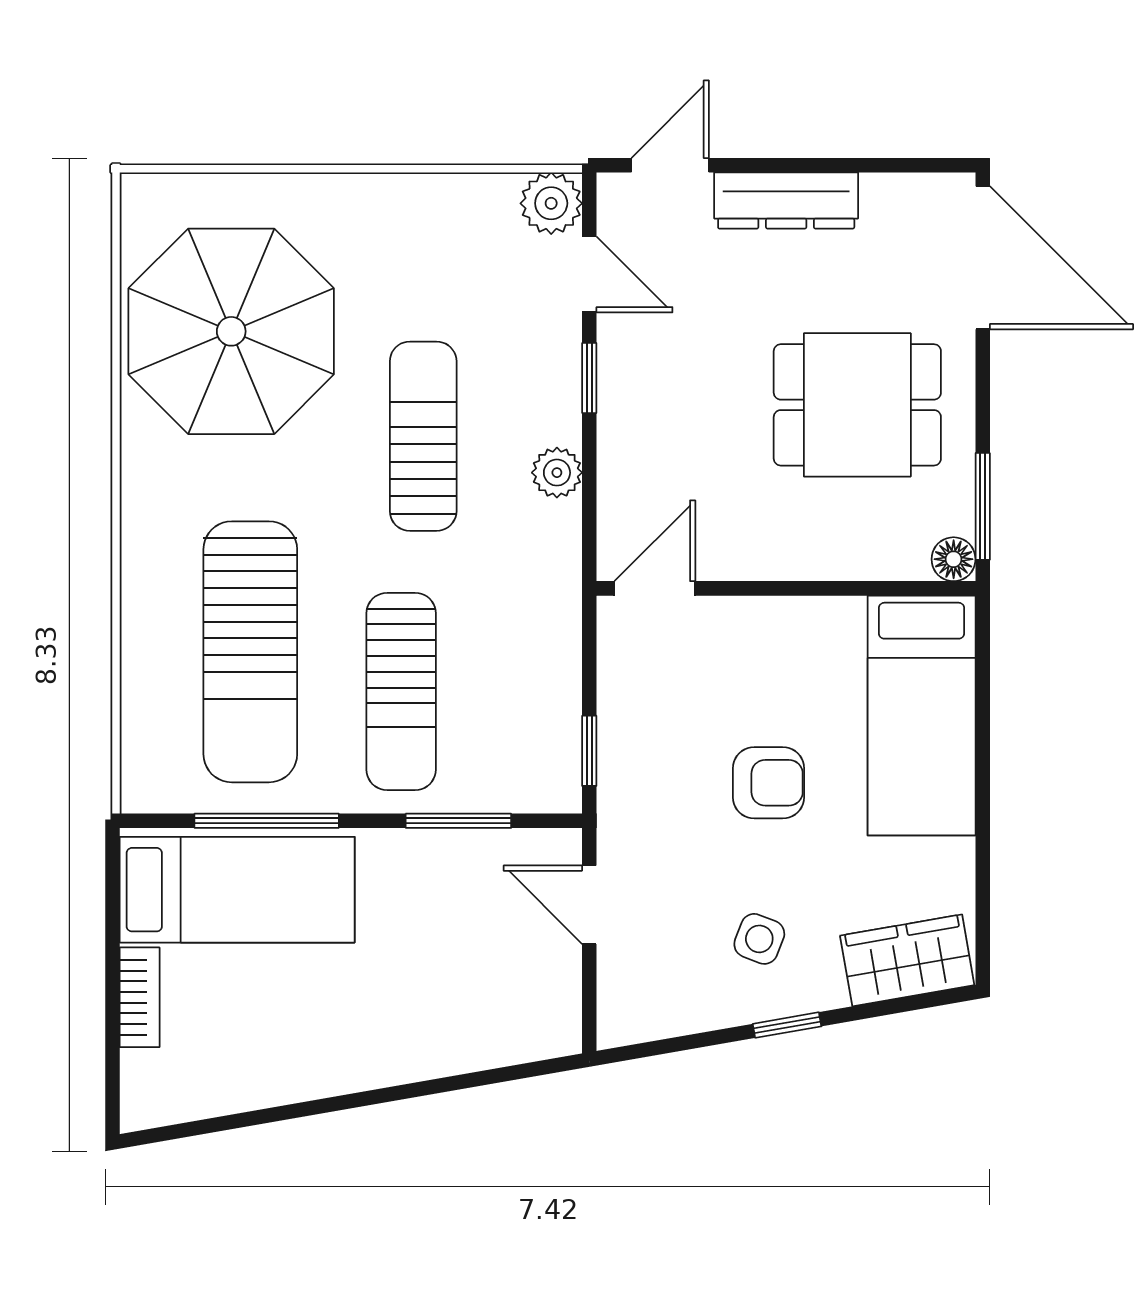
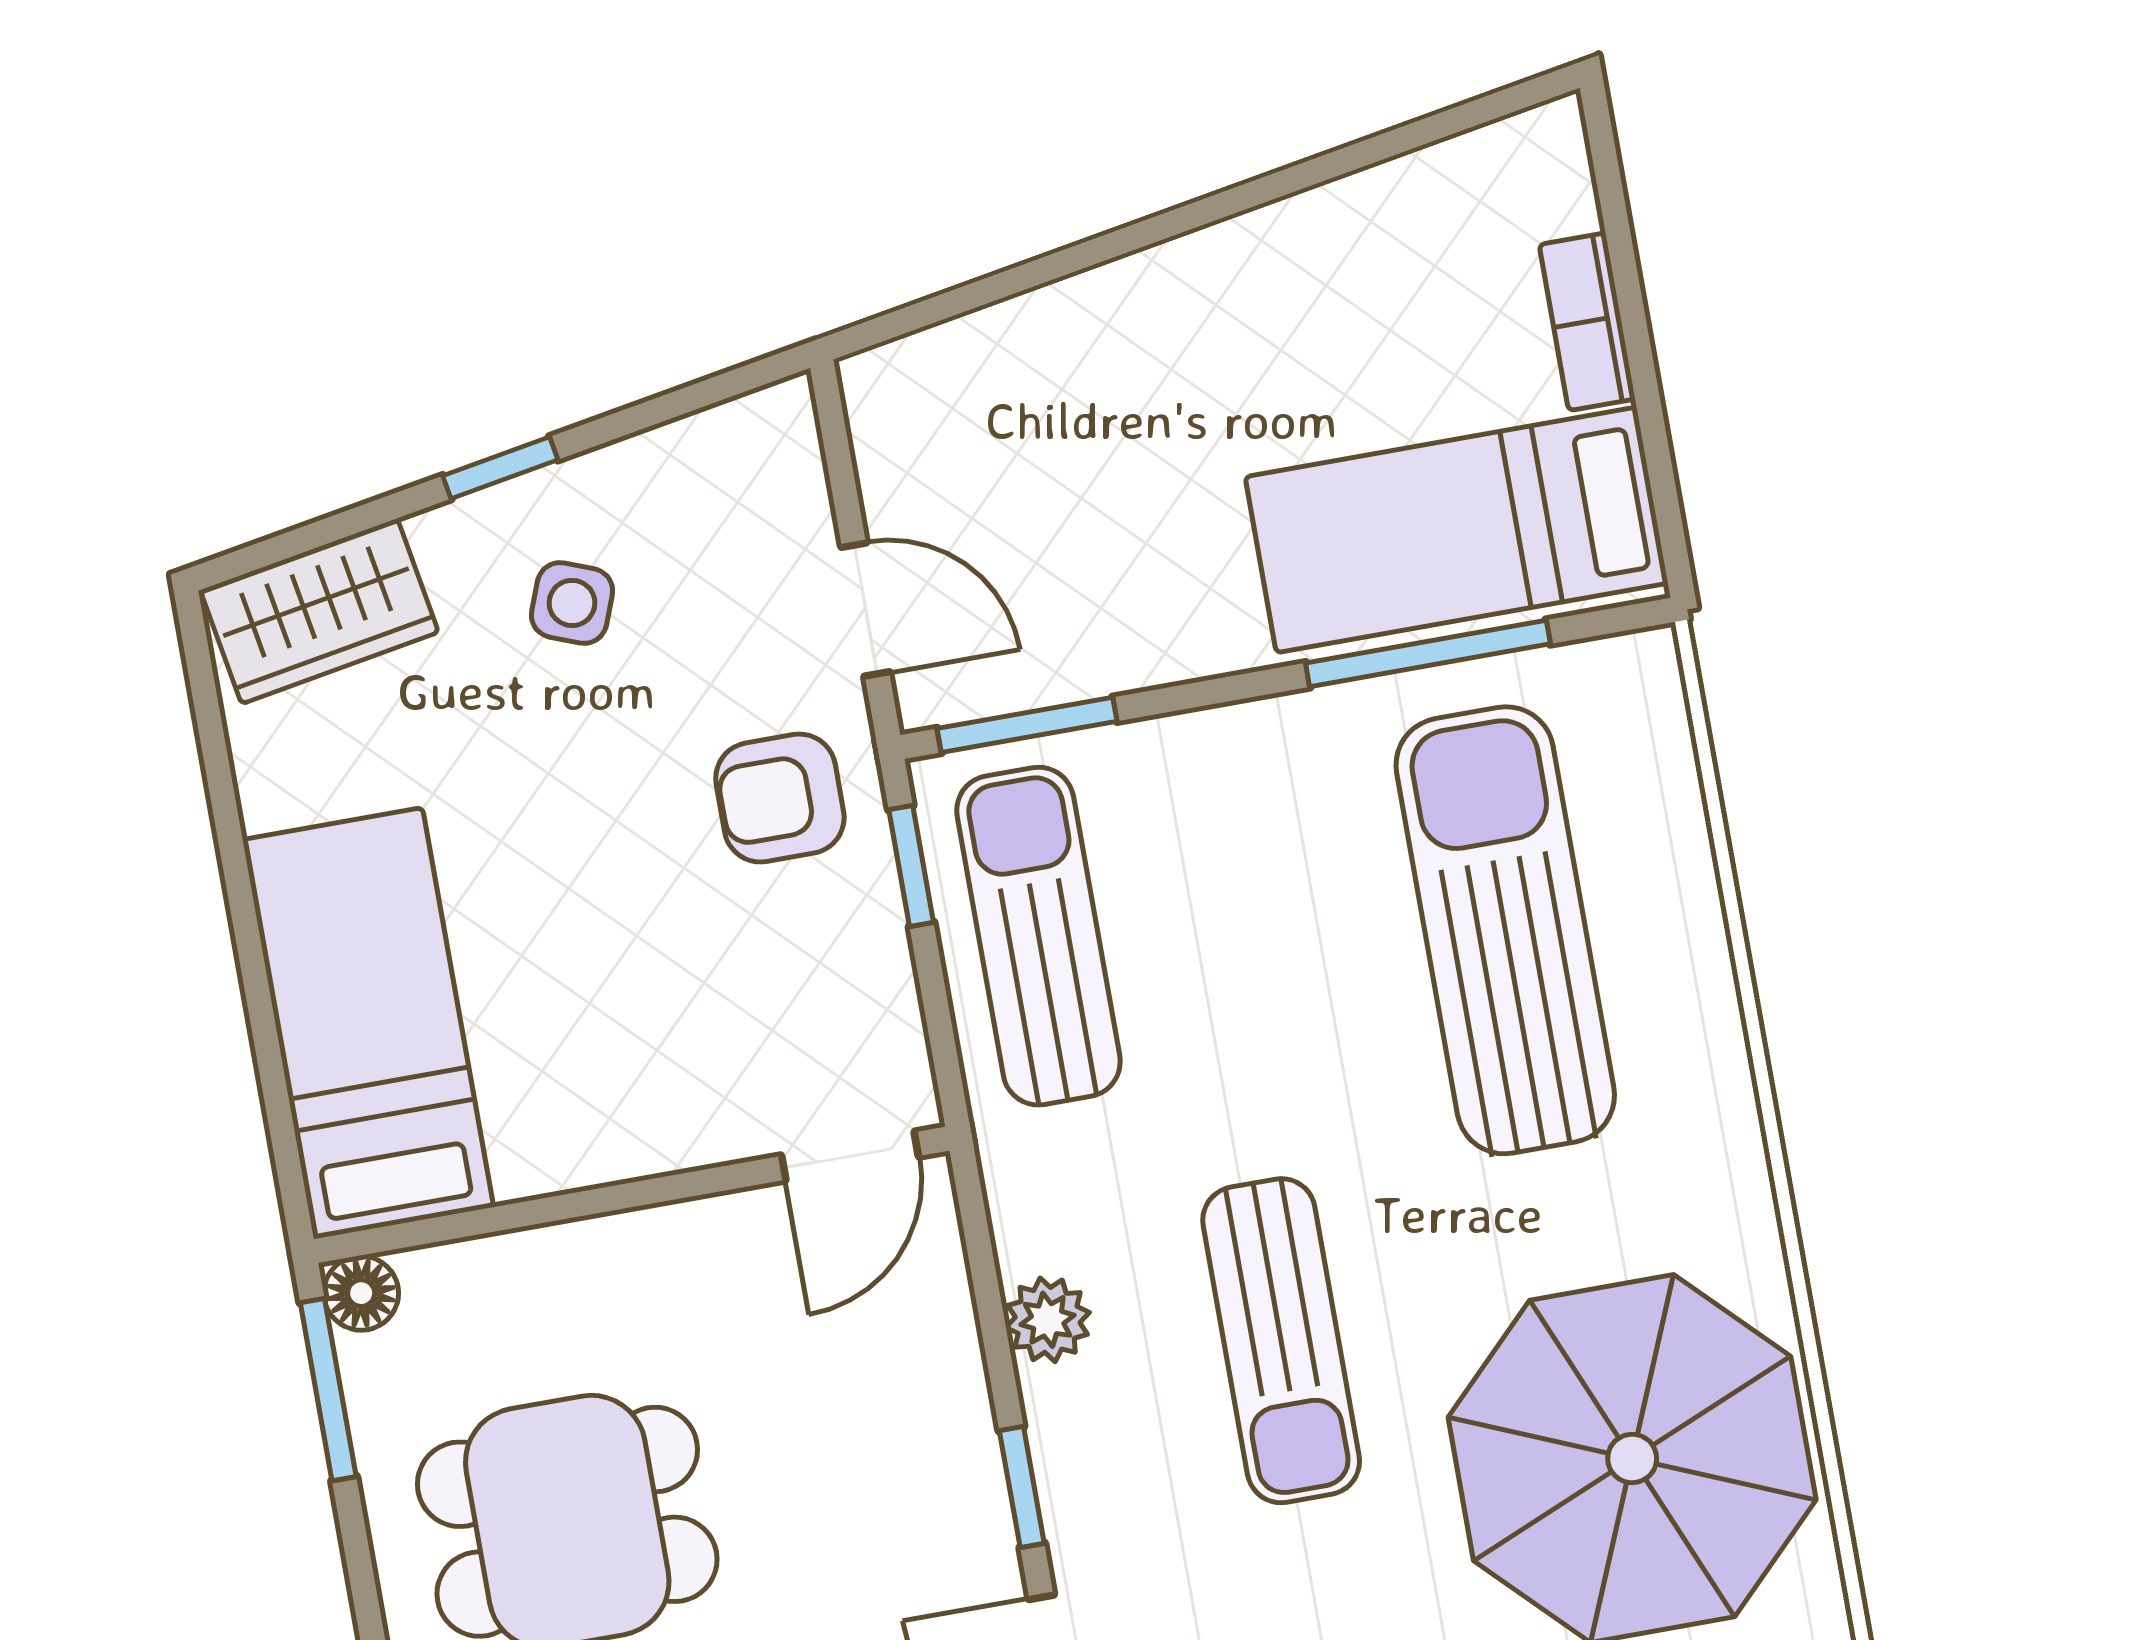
sun lounger: (401, 691) -> (1038, 936), moved
armchair: (768, 783) -> (780, 798), moved
window: (458, 821) -> (1027, 725), moved

